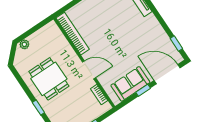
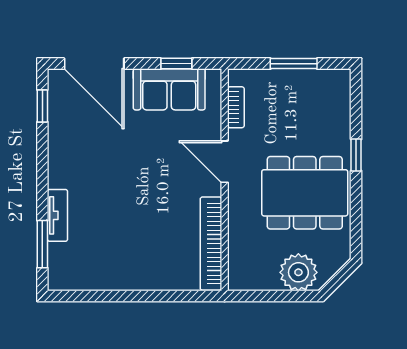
plant: (24, 44) -> (298, 272), width x1.88, depth x1.88
dining table: (49, 79) -> (305, 193), width x1.38
window: (143, 90) -> (176, 64), moved

